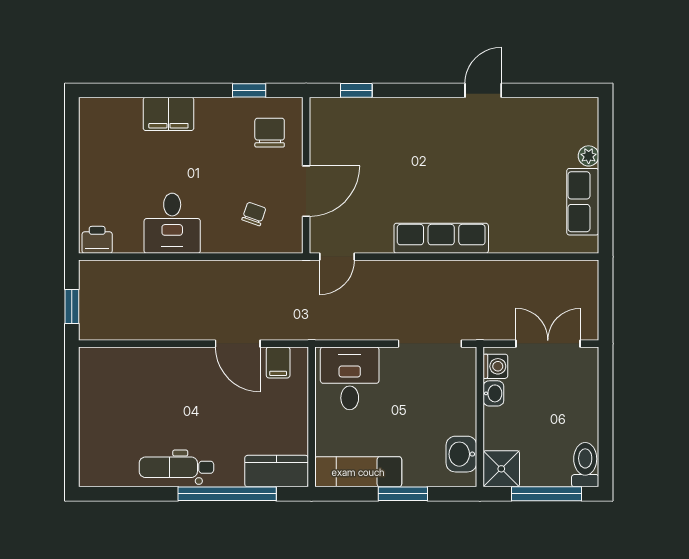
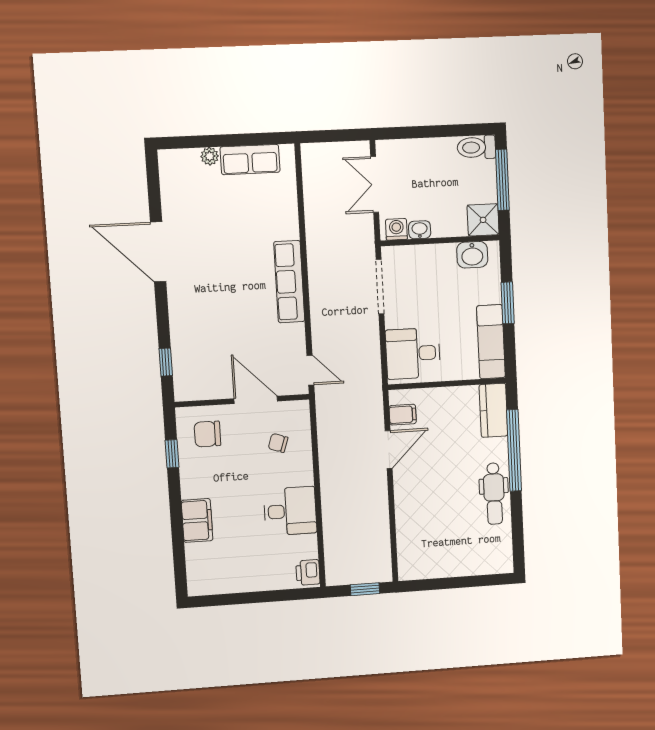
door: (483, 90) -> (158, 252), width x1.88

